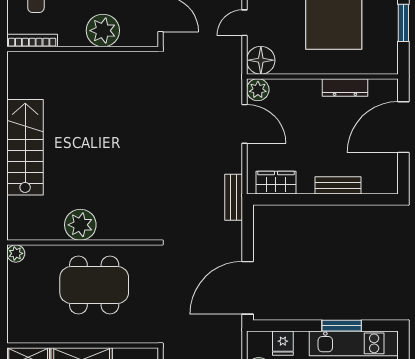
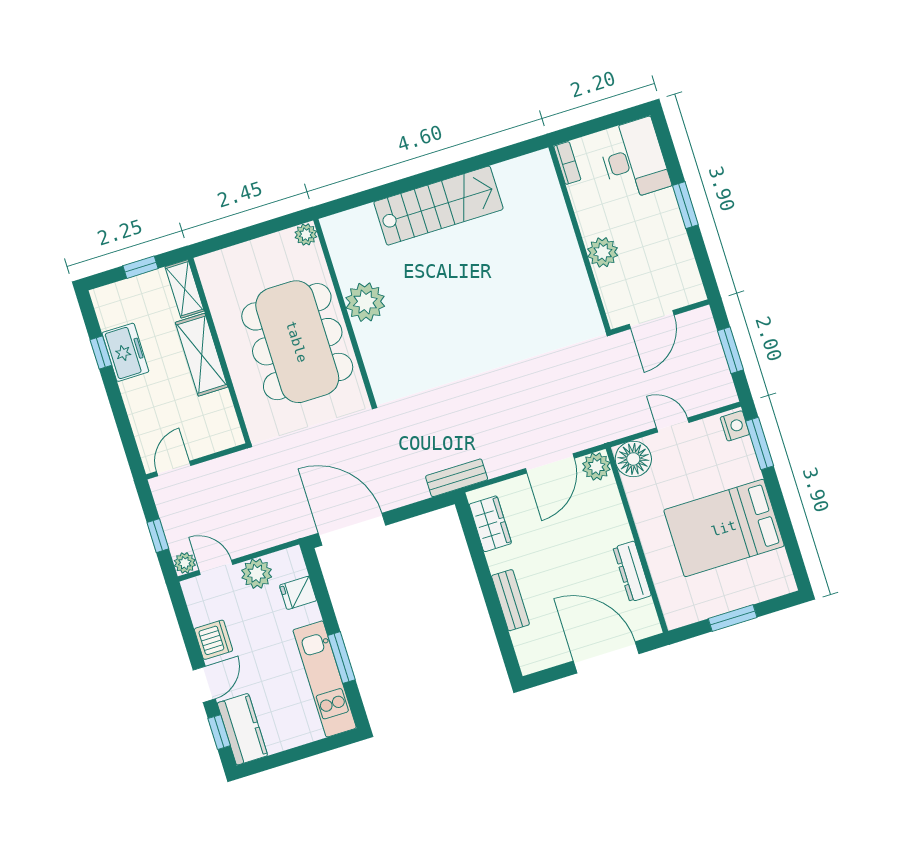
plant: (103, 31) -> (603, 252), width x0.73, depth x0.73
bookcase: (32, 41) -> (567, 163), width x0.64
dining table: (94, 285) -> (297, 342), width x1.36, depth x1.24

